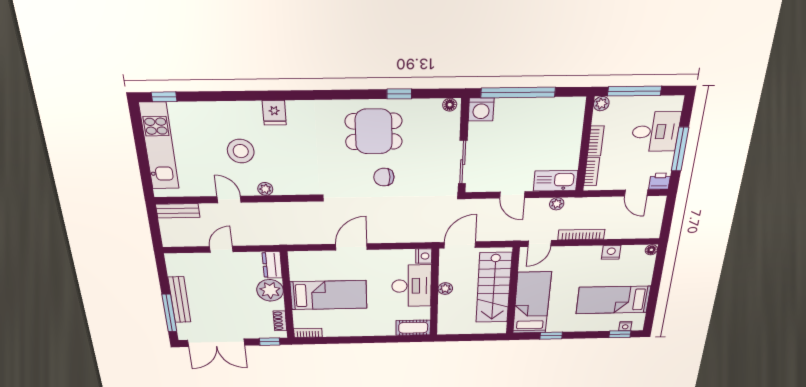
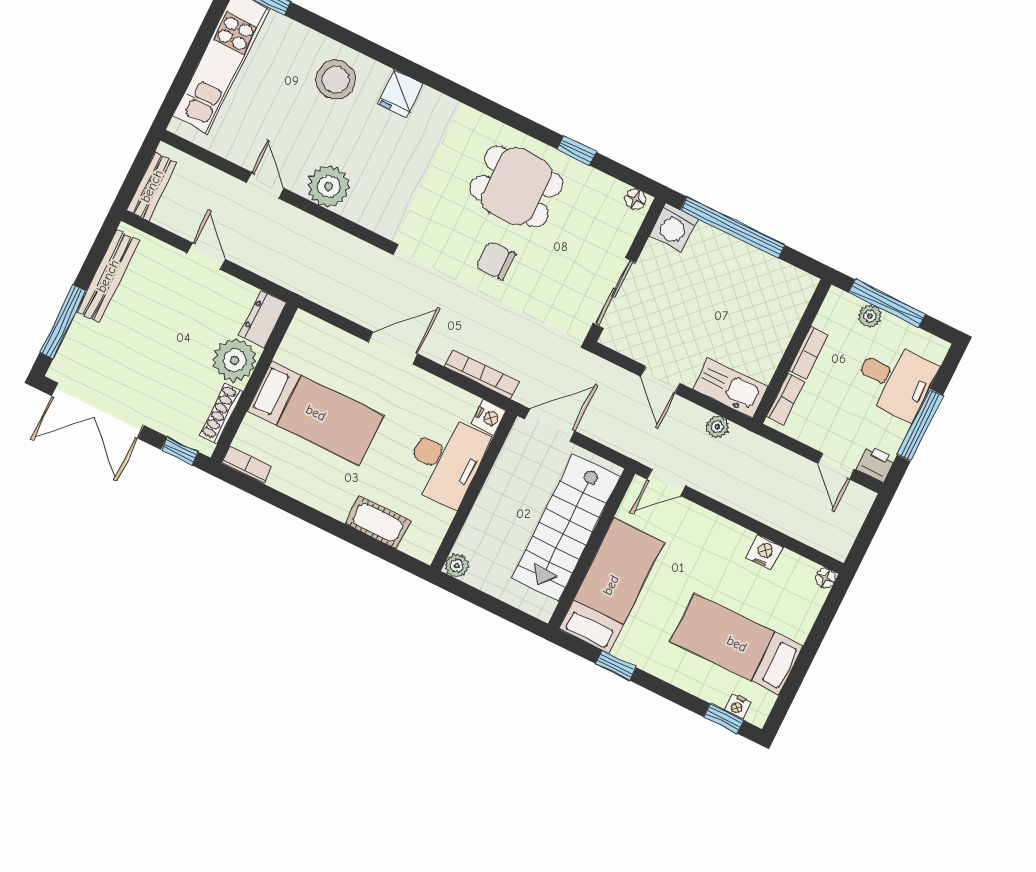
plant: (601, 104) -> (870, 316), moved
stool: (241, 151) -> (336, 80), moved
plant: (265, 189) -> (329, 186), width x1.87, depth x1.87
bench: (178, 211) -> (152, 186), moved, turned 90
bookcase: (581, 235) -> (481, 374), moved
door: (221, 249) -> (206, 256), hinge flipped
plant: (445, 289) -> (457, 566), moved
bench: (179, 300) -> (108, 276), moved
shoe rack: (280, 321) -> (221, 413), width x1.43
cot: (413, 328) -> (378, 522), moved

